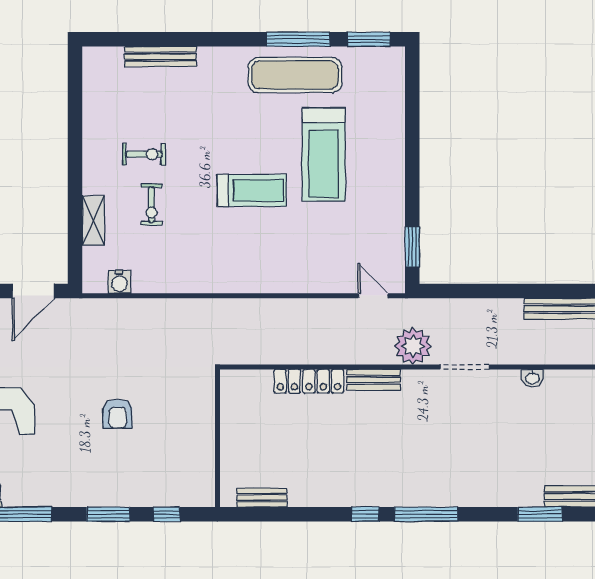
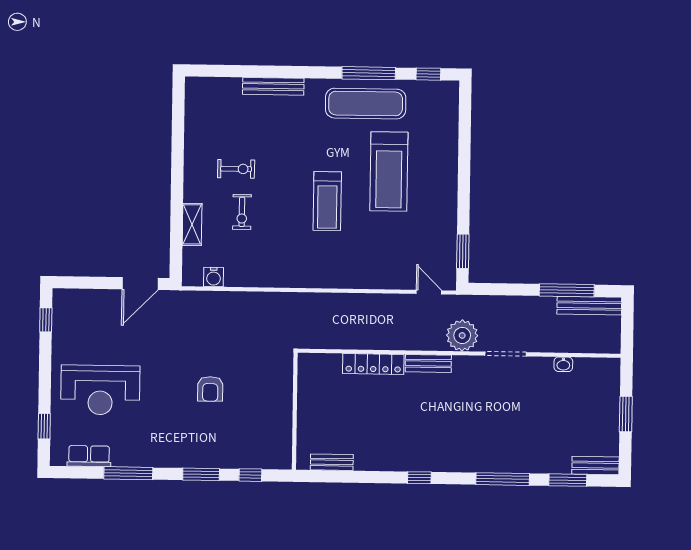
window: (368, 39) -> (428, 74), width x0.67
bench: (160, 56) -> (273, 86), moved
treadmill: (252, 190) -> (327, 201), turned 90
window: (535, 291) -> (567, 290), added
window: (426, 514) -> (503, 479), moved

